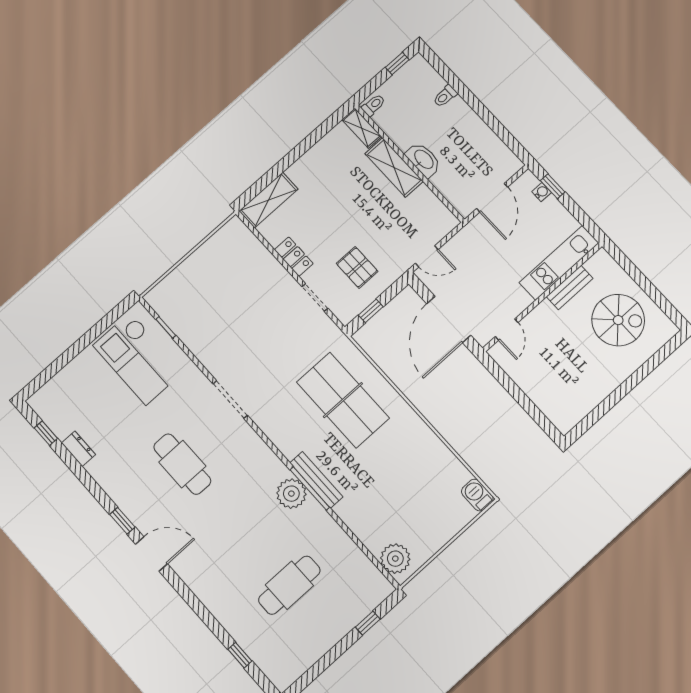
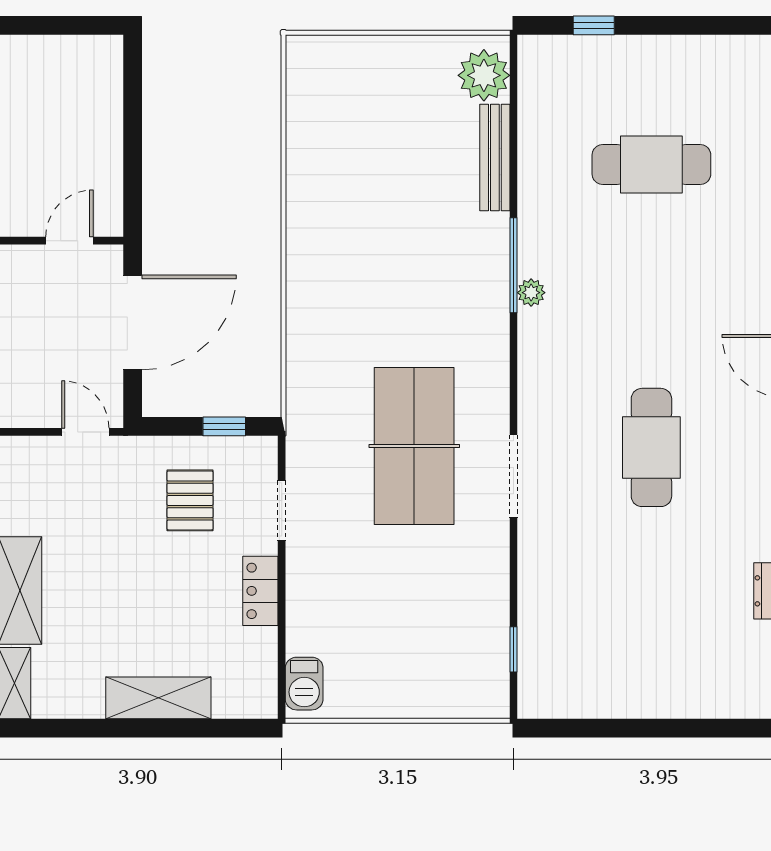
shelving: (268, 200) -> (158, 698), moved
checkout: (138, 358) -> (586, 640), removed
table tennis table: (343, 400) -> (414, 446), moved
bench: (316, 480) -> (495, 158), moved
plant: (291, 494) -> (531, 293), width x0.53, depth x0.53
barbecue: (477, 495) -> (304, 684), moved

